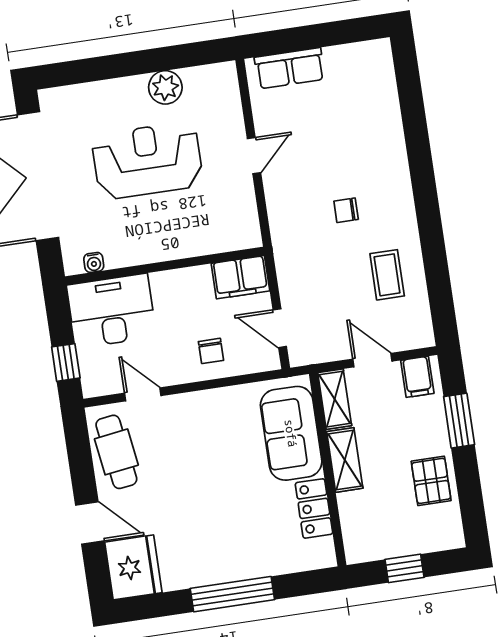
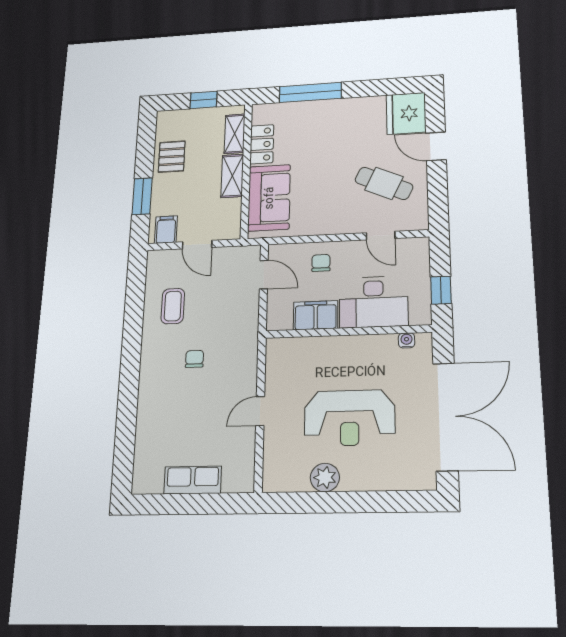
row of seats: (290, 68) -> (193, 480), moved
chair: (346, 210) -> (194, 359), turned -90
filing cabinet: (240, 277) -> (316, 315), moved
desk: (112, 311) -> (374, 302), moved
window: (66, 362) -> (441, 290), moved
shelving: (335, 399) -> (235, 134), moved
cafe table: (116, 452) -> (384, 183), moved, turned -57
window: (232, 594) -> (310, 92), moved

